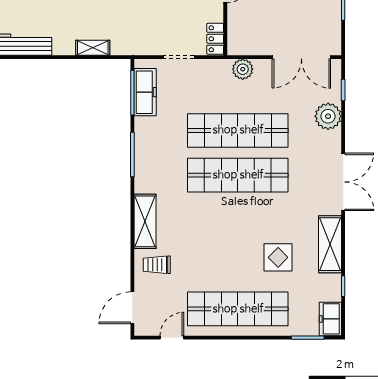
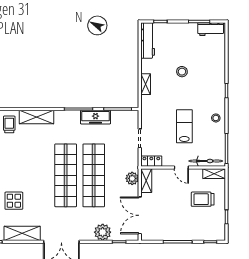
shelving: (246, 47) -> (146, 181), added
freezer: (145, 92) -> (95, 117), moved

